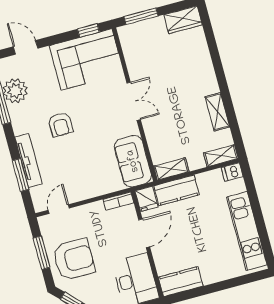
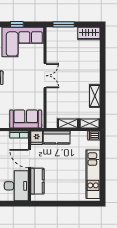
window: (88, 30) -> (17, 24), moved
sofa: (133, 161) -> (26, 119), moved, turned 90
shelving: (171, 169) -> (68, 123), moved
door: (144, 233) -> (30, 159), swing flipped
kitchen counter: (181, 282) -> (37, 181), moved, turned 90

